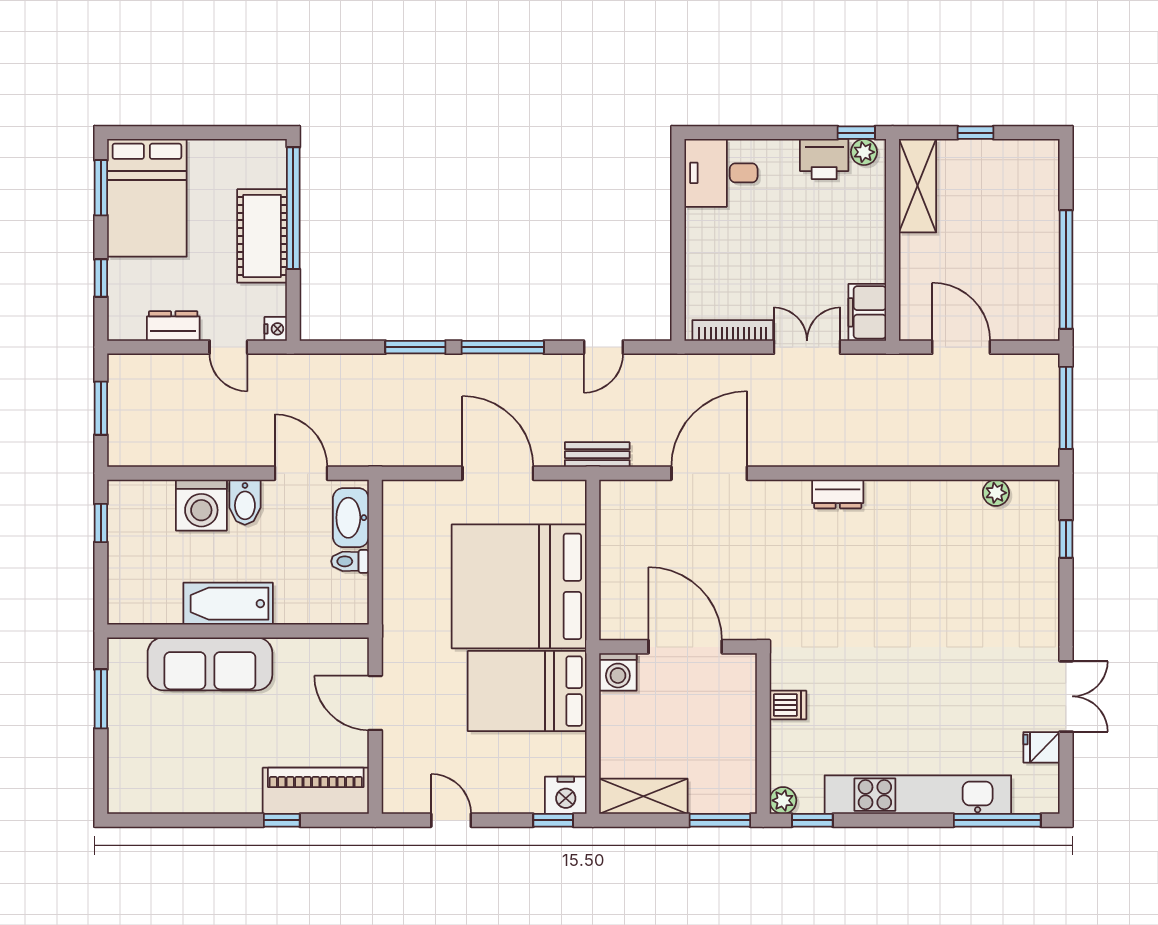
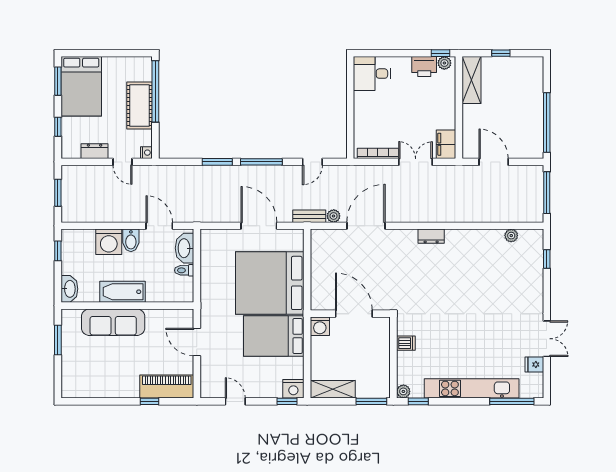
plant: (645, 454) -> (334, 216), added
washbasin: (123, 598) -> (69, 289), added

